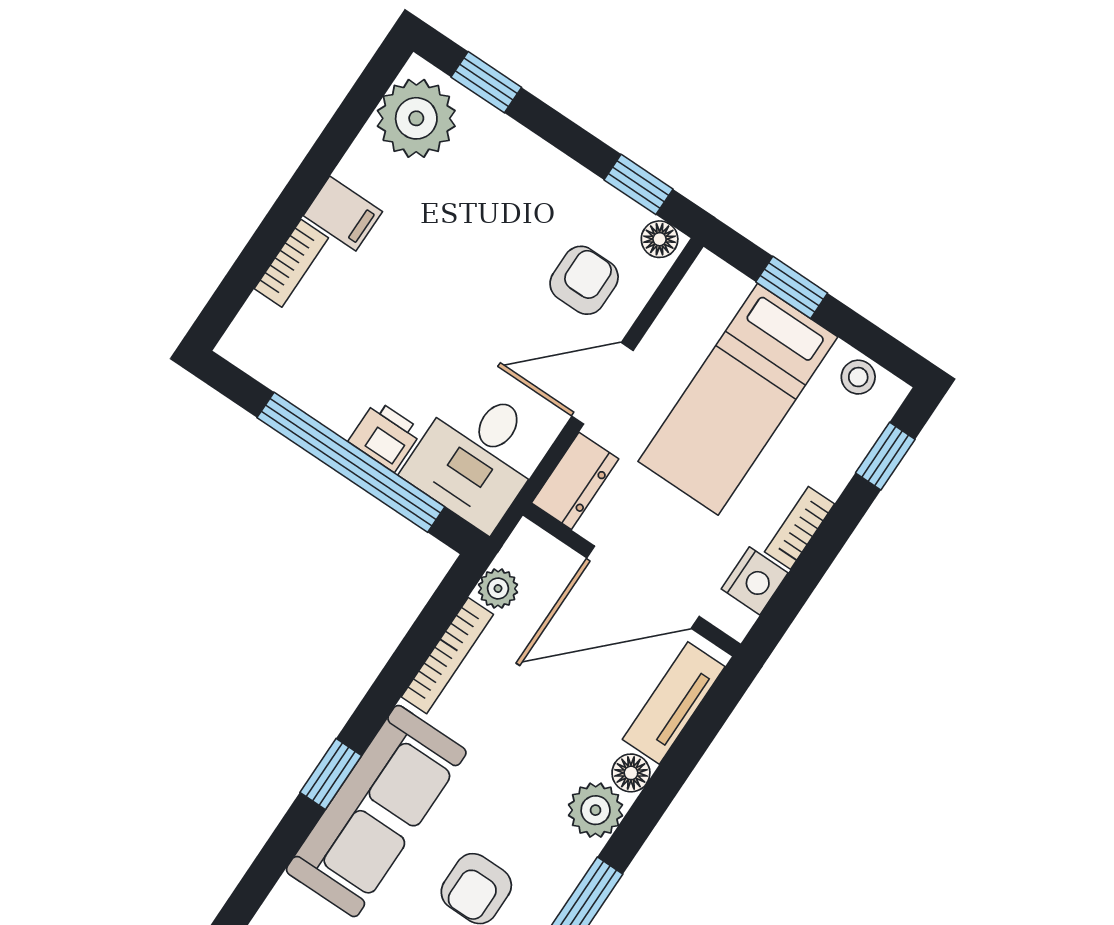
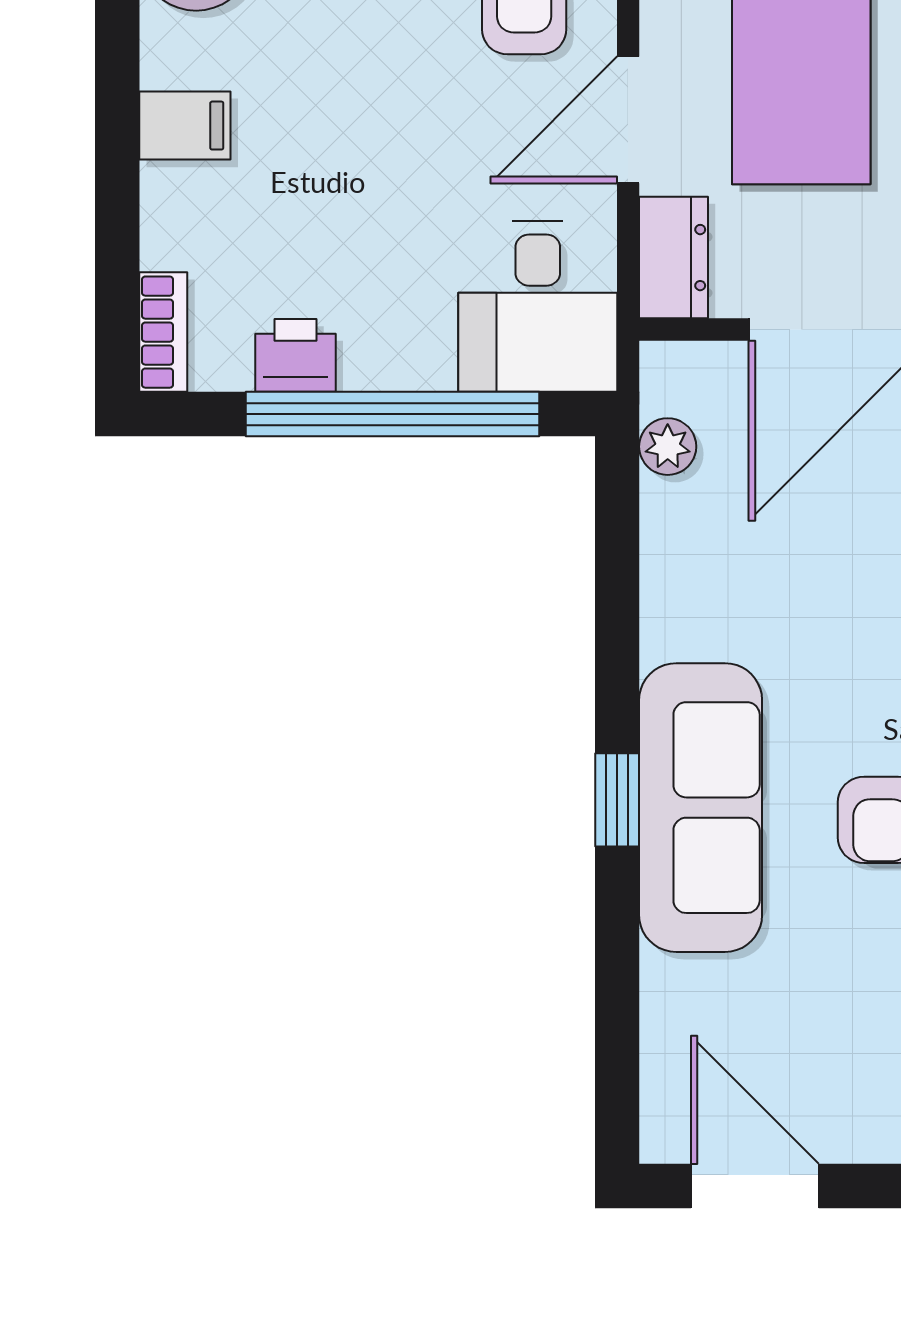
bookcase: (291, 263) -> (163, 332), moved
printer: (385, 436) -> (295, 355), moved
bookcase: (447, 656) -> (661, 566), removed

